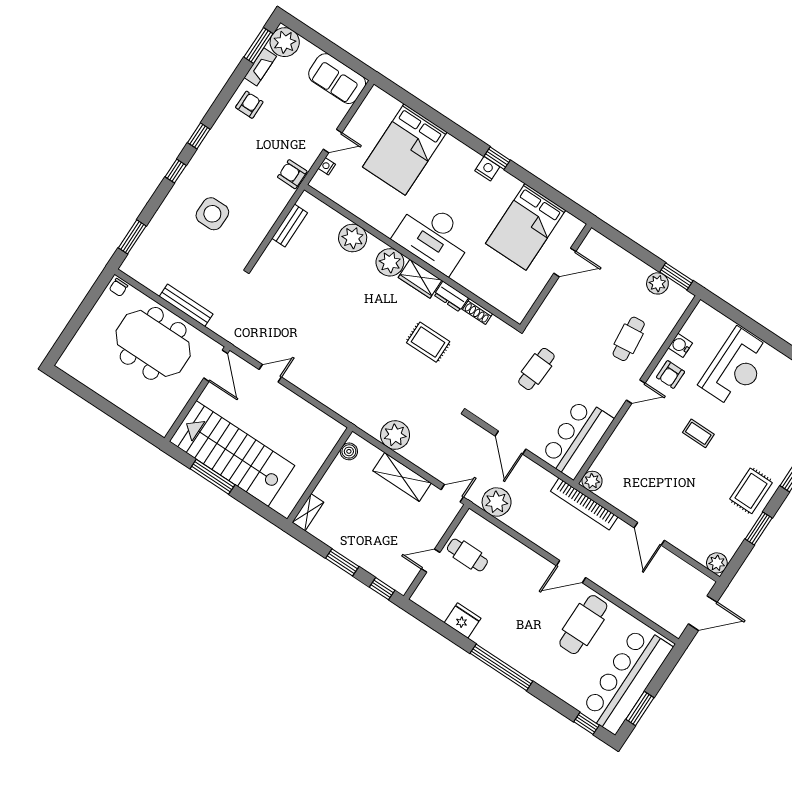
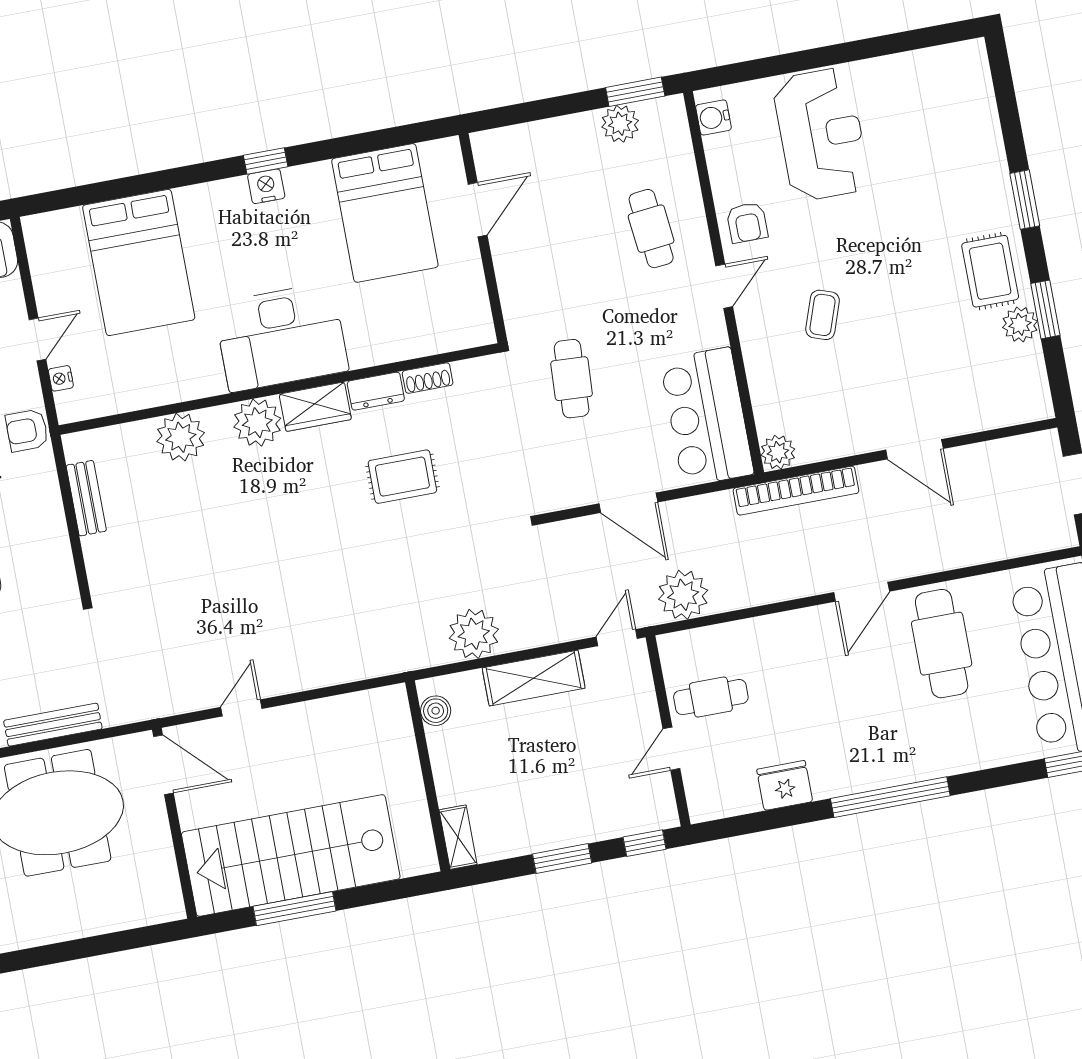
water cooler: (680, 345) -> (713, 117), moved
coffee table: (698, 433) -> (823, 315), moved, turned -71
plant: (717, 563) -> (1020, 324), moved

